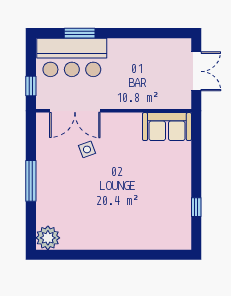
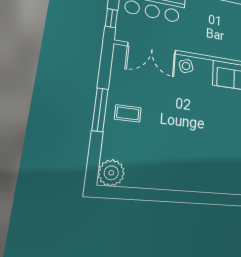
side table: (87, 149) -> (186, 66), moved
coffee table: (57, 181) -> (128, 113), added

